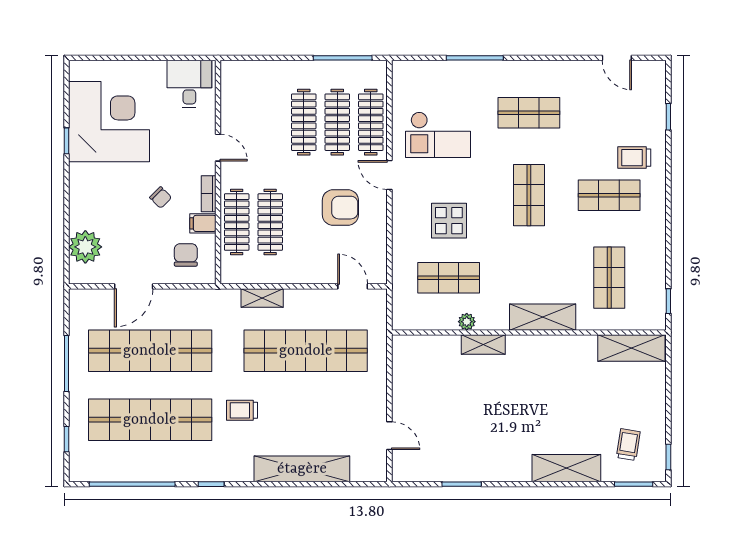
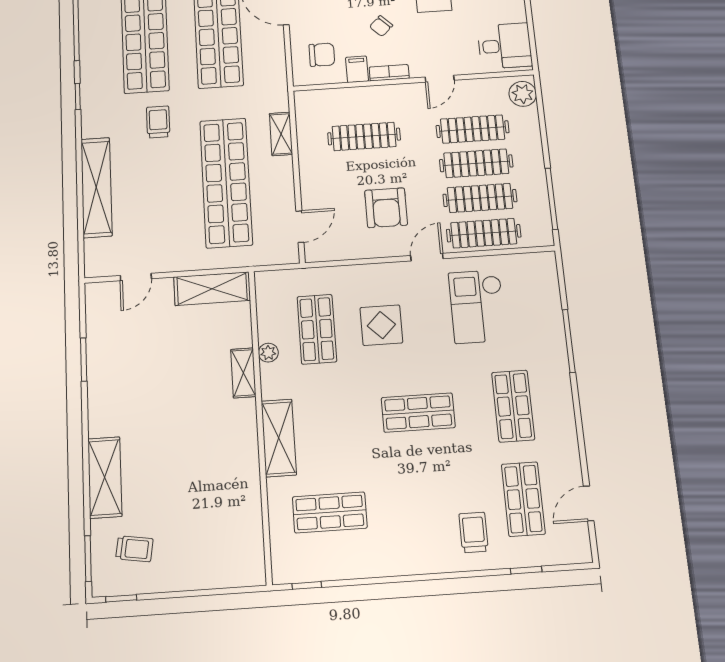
plant: (239, 73) -> (523, 94), added
shop shelf: (609, 195) -> (523, 499), moved
clothes rail: (237, 222) -> (473, 129), moved
shelving: (631, 348) -> (212, 289), moved, turned 90

